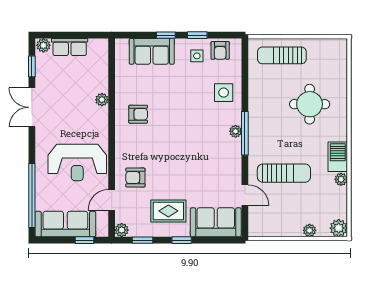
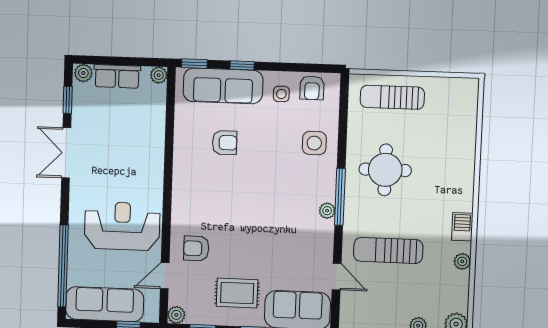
window: (197, 35) -> (194, 64), moved
sofa: (152, 51) -> (223, 86), width x1.36
plant: (102, 100) -> (159, 75), moved
round table: (310, 104) -> (385, 170), moved
armchair: (138, 114) -> (225, 143), moved
plant: (236, 131) -> (327, 211), moved
barbecue: (338, 157) -> (462, 227), width x0.73, depth x0.79
reception desk: (77, 163) -> (122, 226), turned 180
sun lounger: (284, 173) -> (388, 250), turned 180

